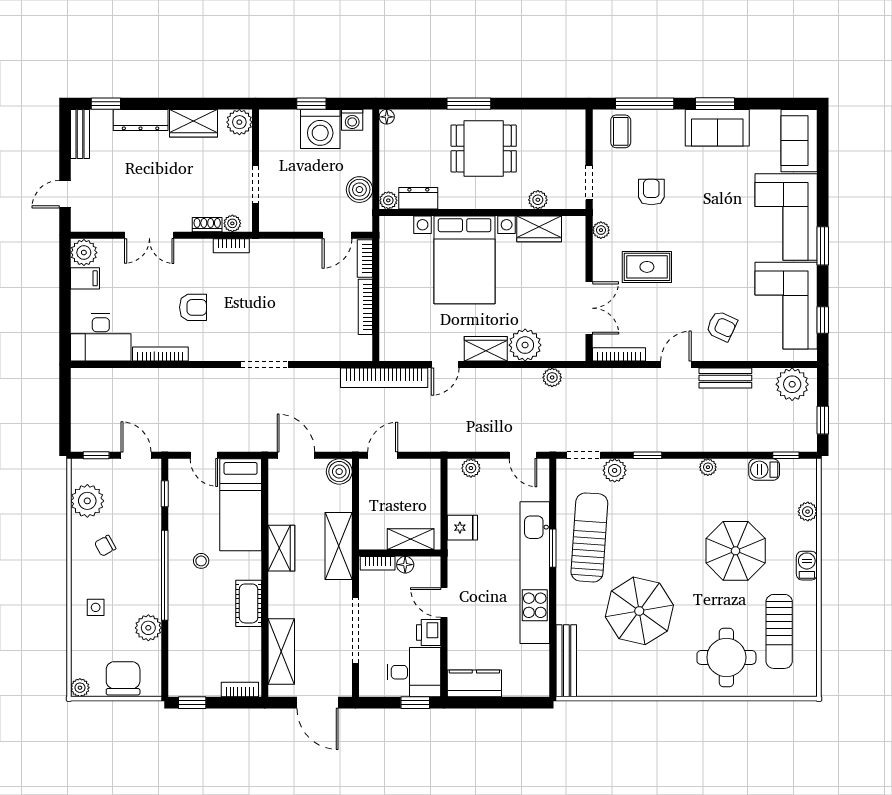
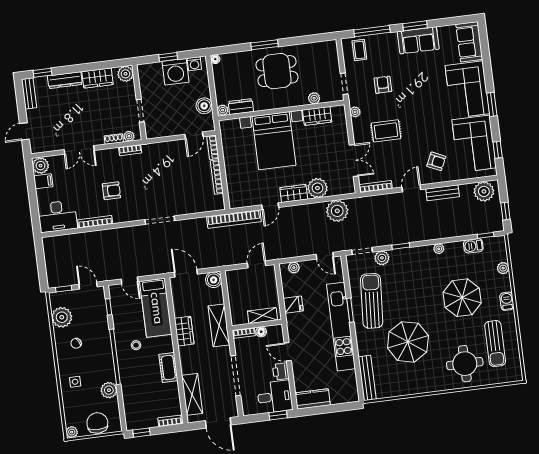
plant: (552, 377) -> (337, 211), width x1.88, depth x1.88
door: (383, 455) -> (257, 264), moved

